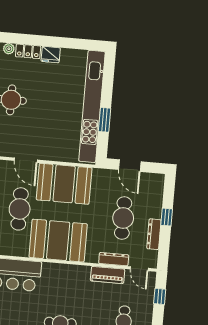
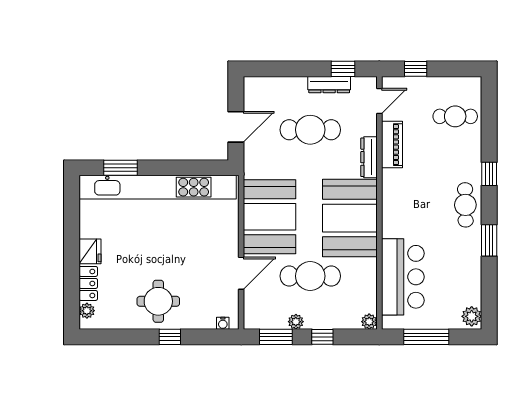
window: (105, 120) -> (120, 168), moved
window: (167, 217) -> (343, 69), moved
dresser: (114, 259) -> (369, 157), moved

